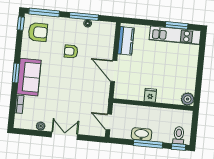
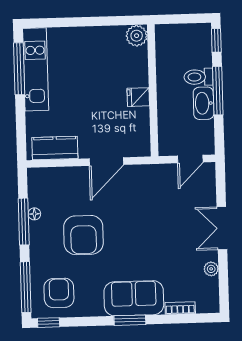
window: (177, 25) -> (19, 69), width x1.44
armchair: (71, 51) -> (83, 235), width x1.88, depth x1.88
toilet: (179, 135) -> (198, 77), moved

